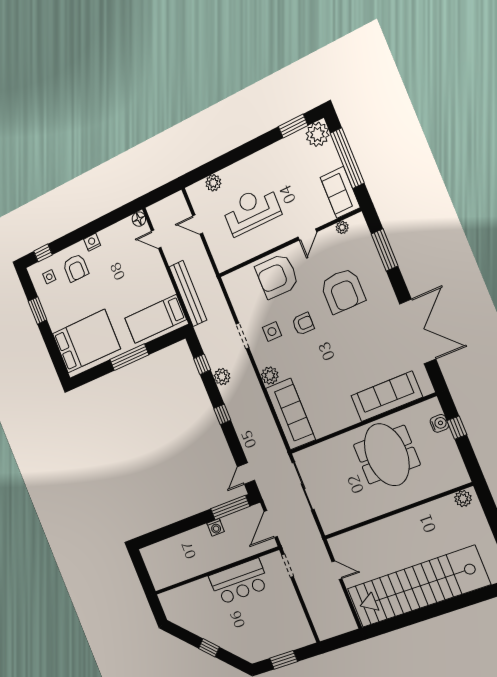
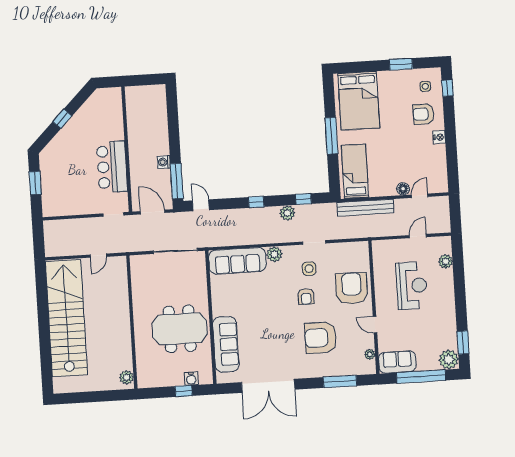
floor lamp: (139, 219) -> (403, 189), moved

